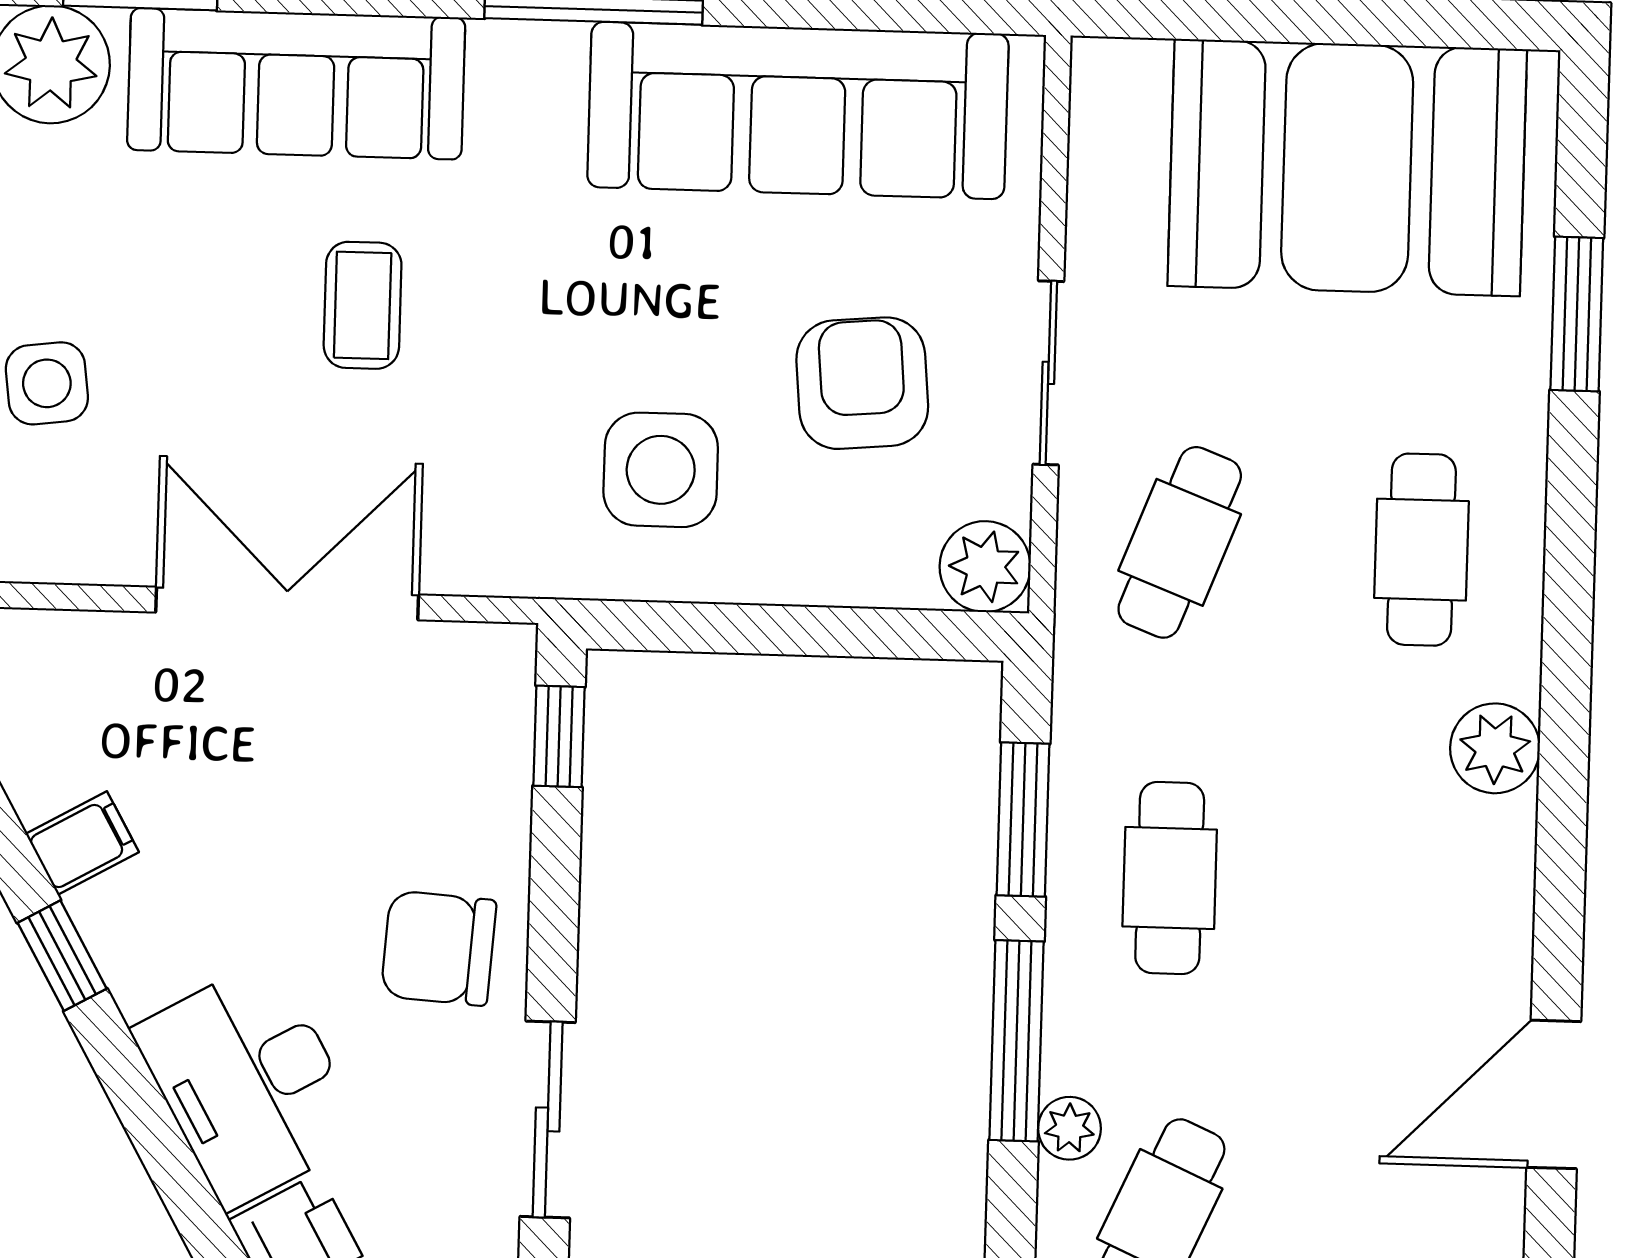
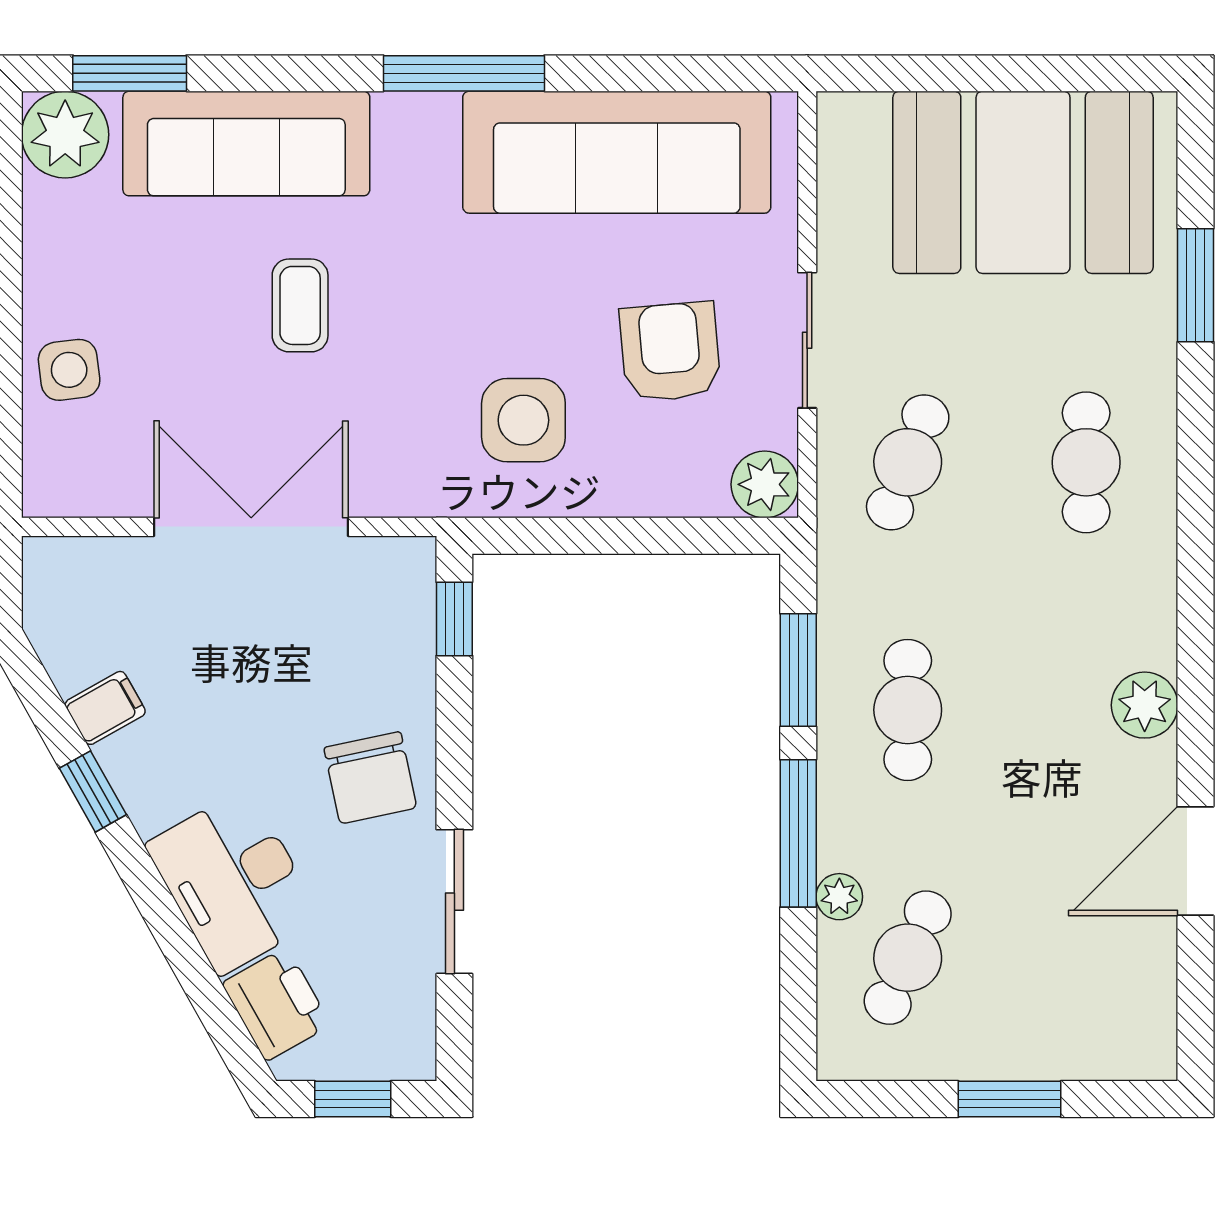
plant: (1495, 748) -> (1145, 705), moved
chair: (439, 948) -> (370, 778), turned -106

